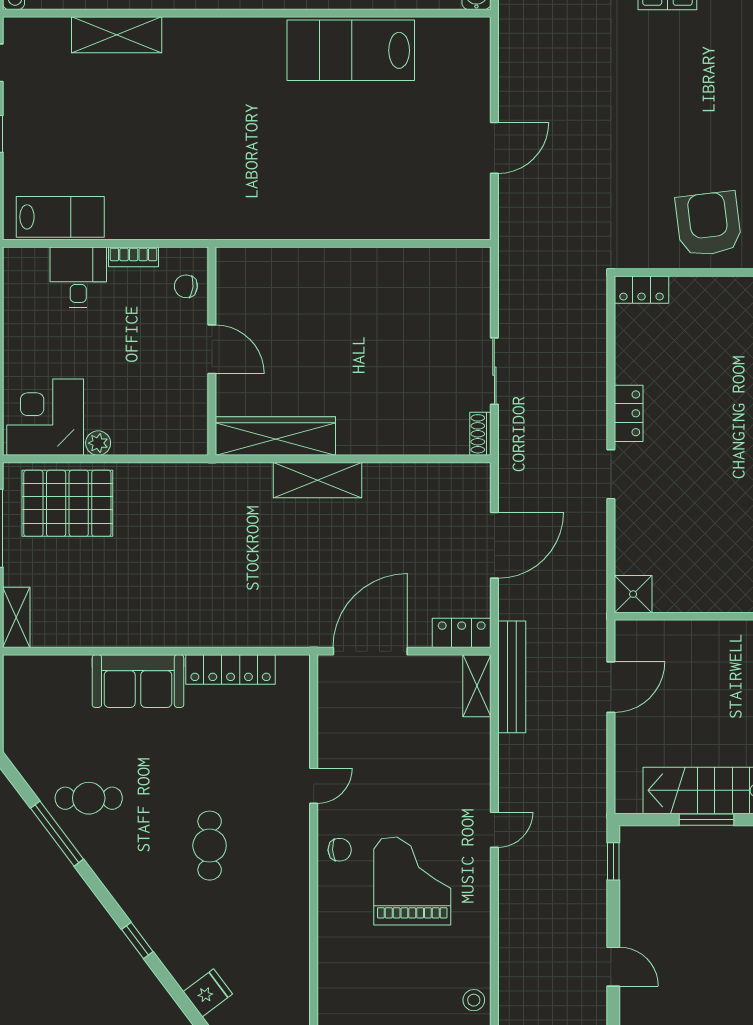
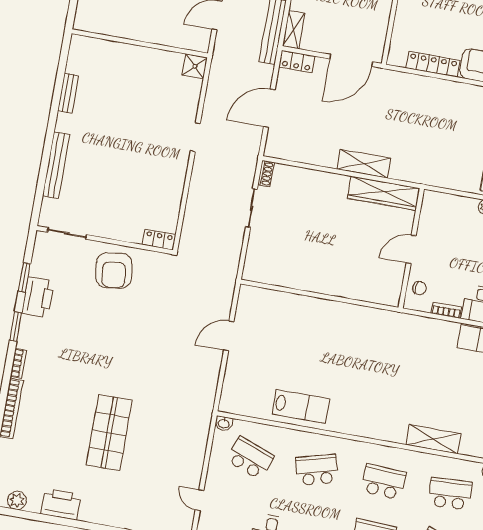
lab bench: (351, 50) -> (301, 406), width x0.73, depth x0.72
door: (212, 349) -> (411, 249), hinge flipped
locker: (629, 413) -> (179, 170), removed

